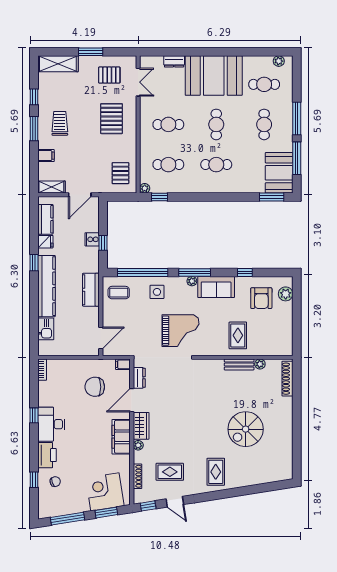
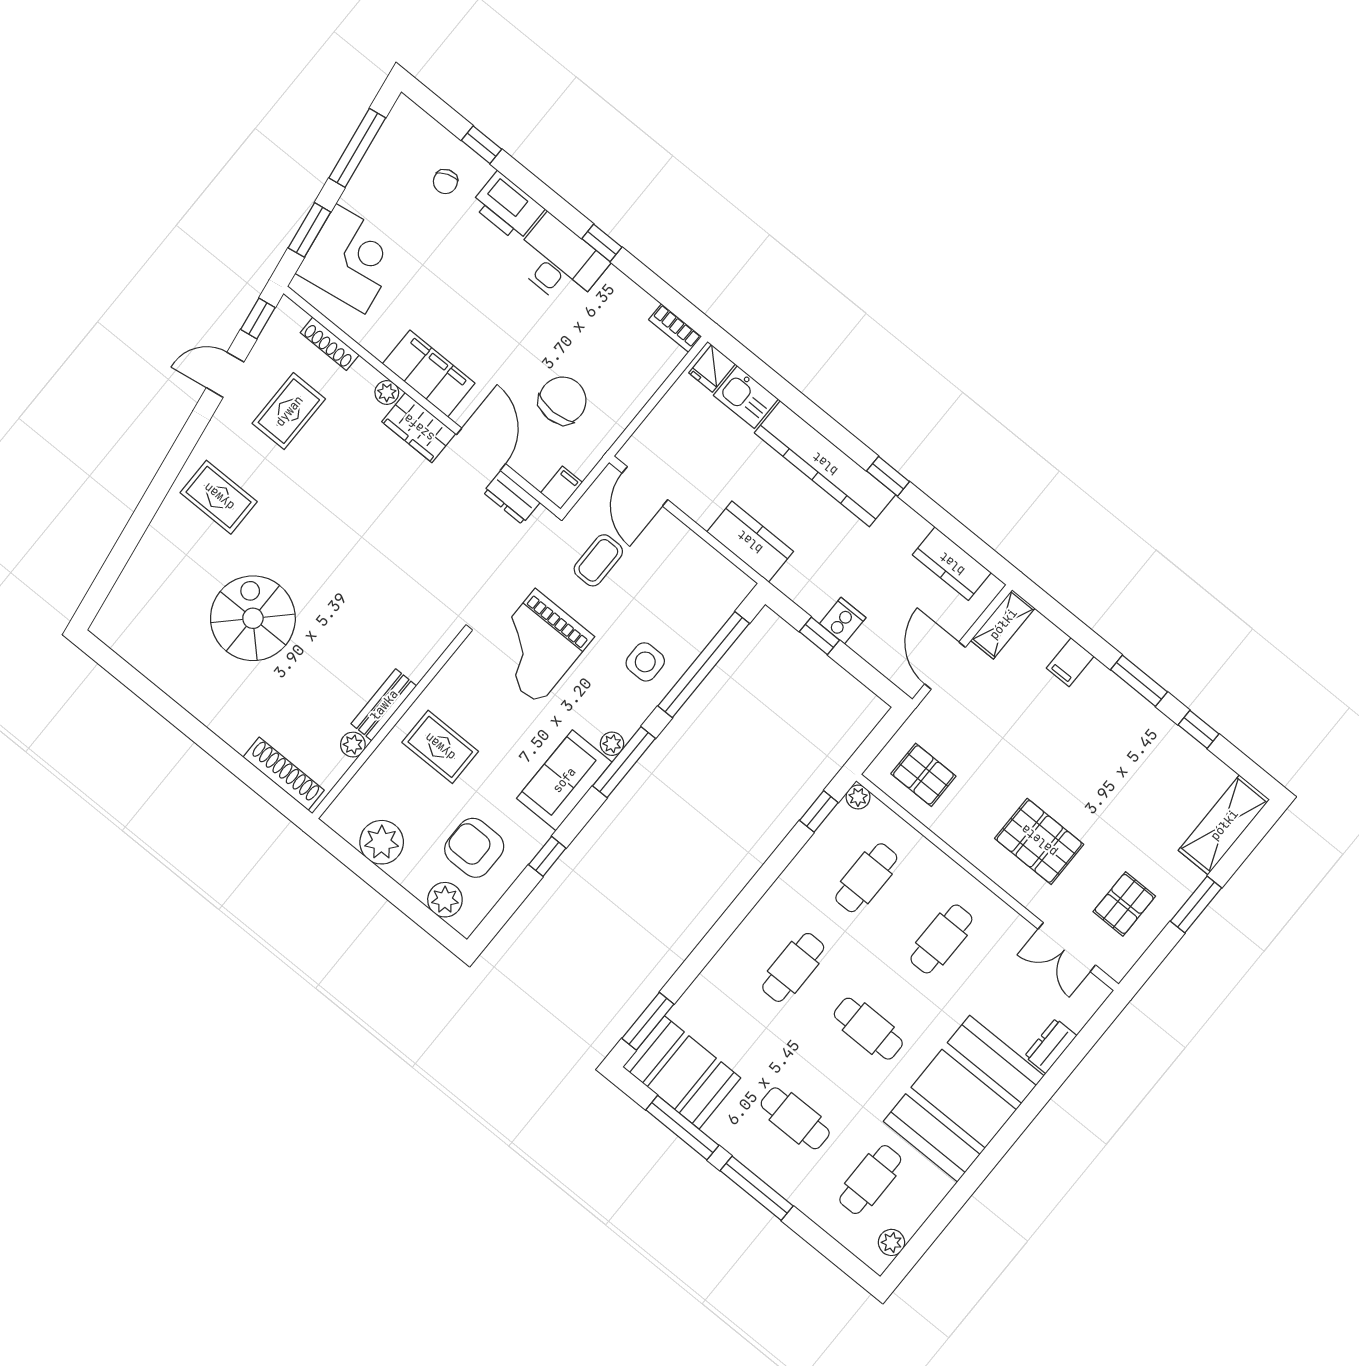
trolley: (60, 123) -> (1109, 737), removed
fridge: (45, 242) -> (712, 368), moved
coffee table: (119, 293) -> (598, 560), moved
plant: (284, 329) -> (382, 842), added

